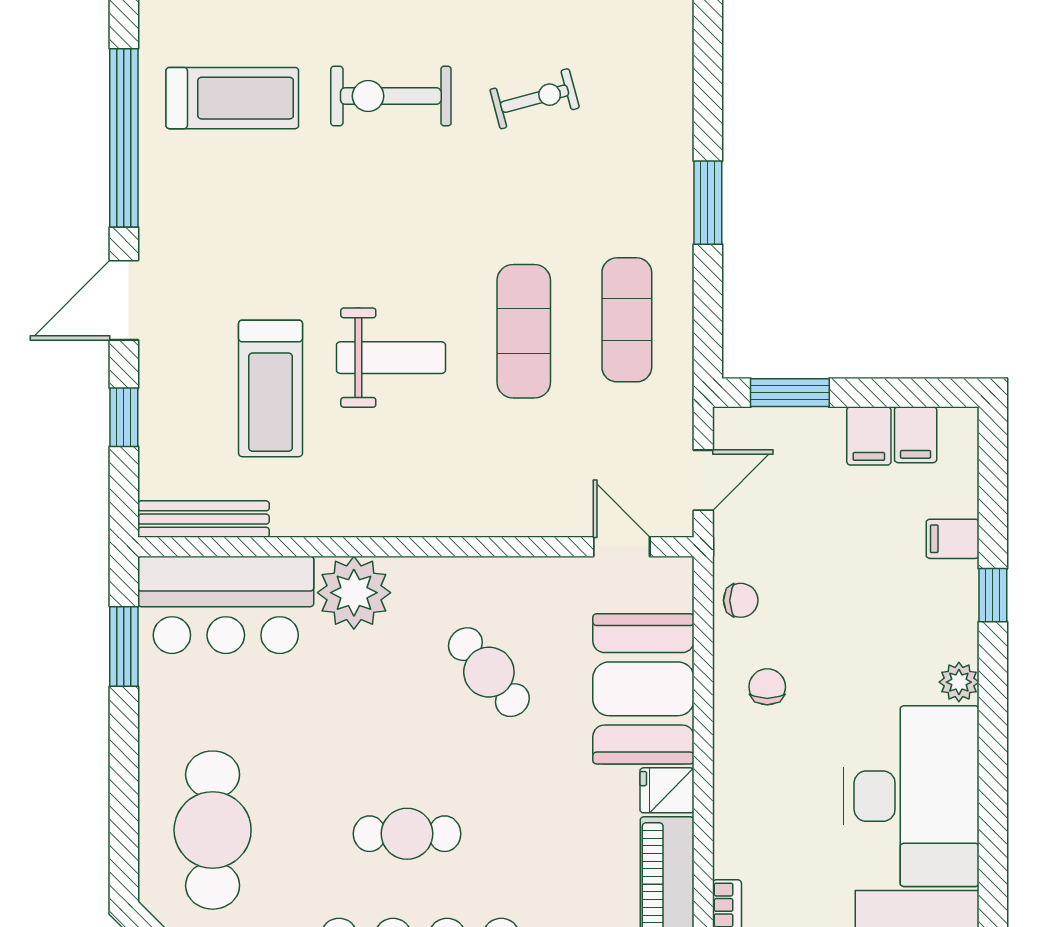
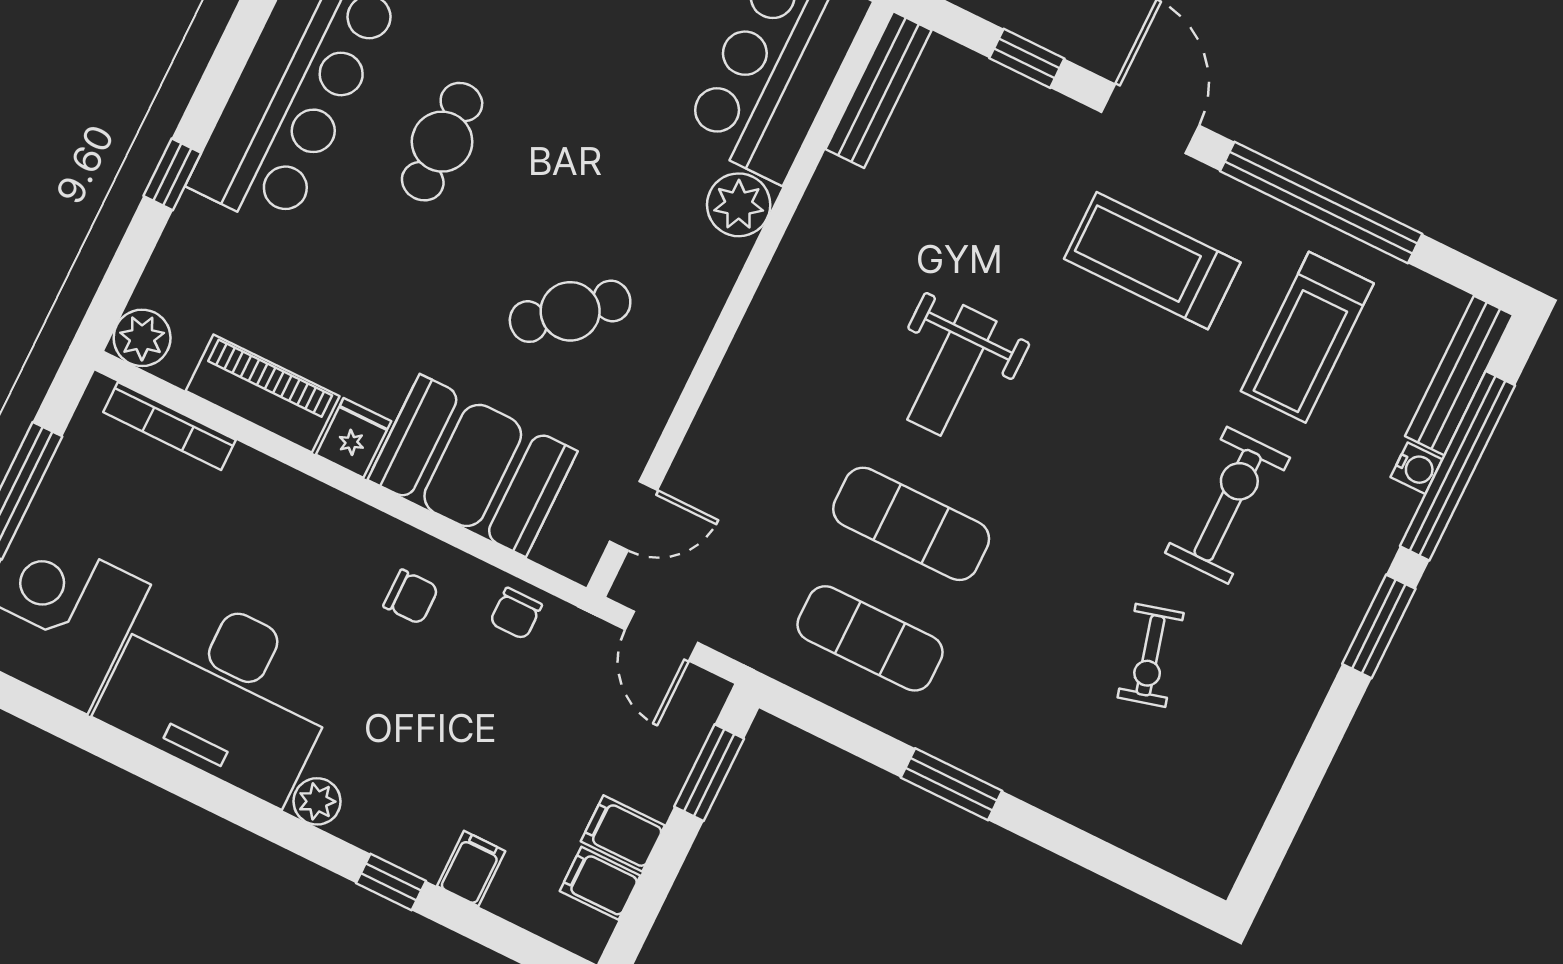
treadmill: (271, 388) -> (1152, 261), moved
plant: (354, 593) -> (739, 205), width x0.73, depth x0.73

